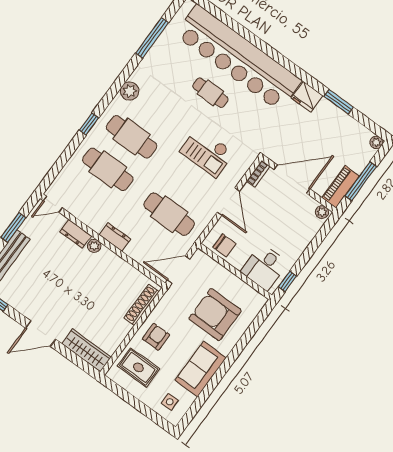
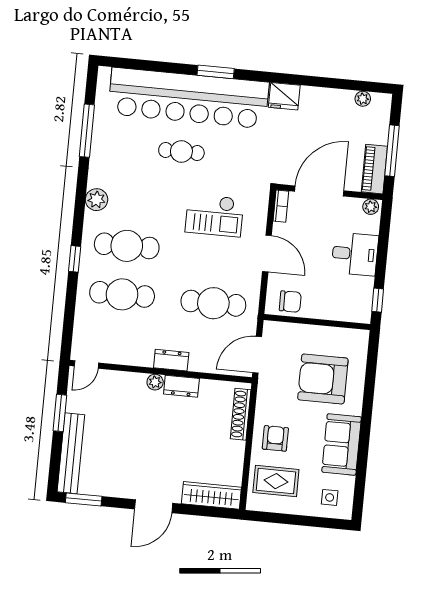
window: (339, 102) -> (216, 72), moved
plant: (376, 142) -> (363, 99), moved
dresser: (76, 234) -> (181, 386), moved
desk: (264, 267) -> (355, 254), moved, turned -90

